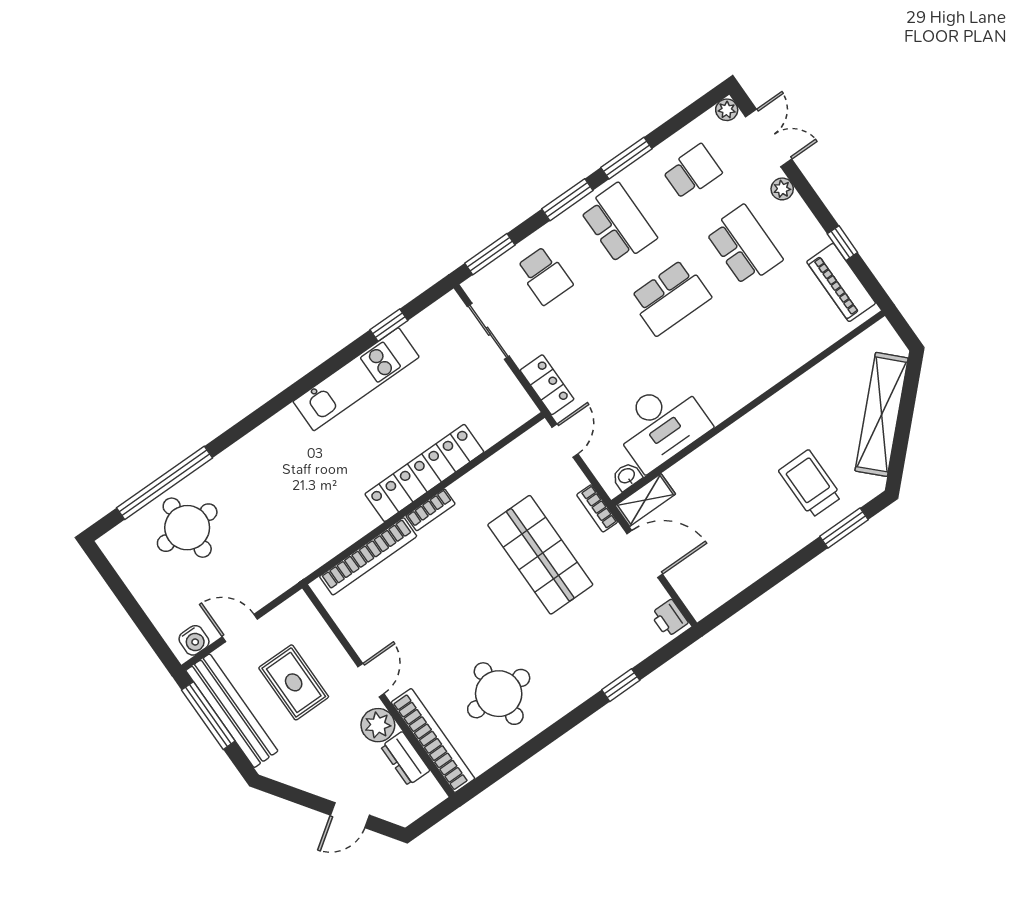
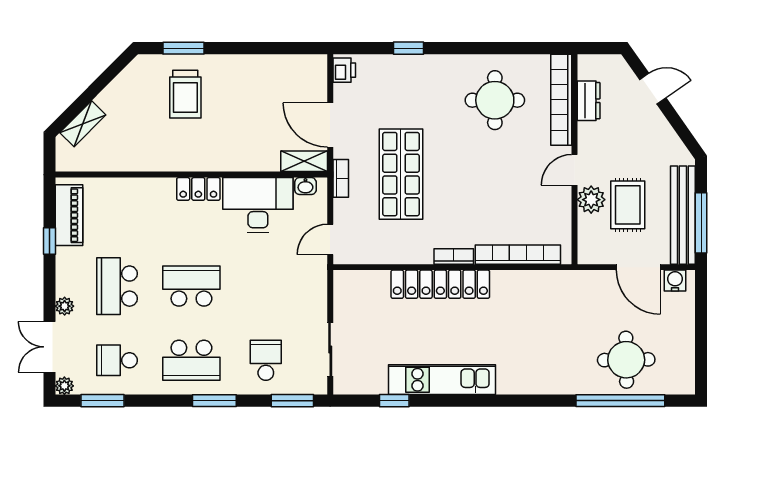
window: (626, 158) -> (103, 401), moved
school desk: (618, 224) -> (191, 360), turned -90
locker: (547, 385) -> (198, 189), moved, turned -90
shelving: (882, 414) -> (83, 124), width x0.45, depth x0.75
door: (240, 628) -> (638, 267), width x1.38
plant: (378, 725) -> (591, 200), moved

